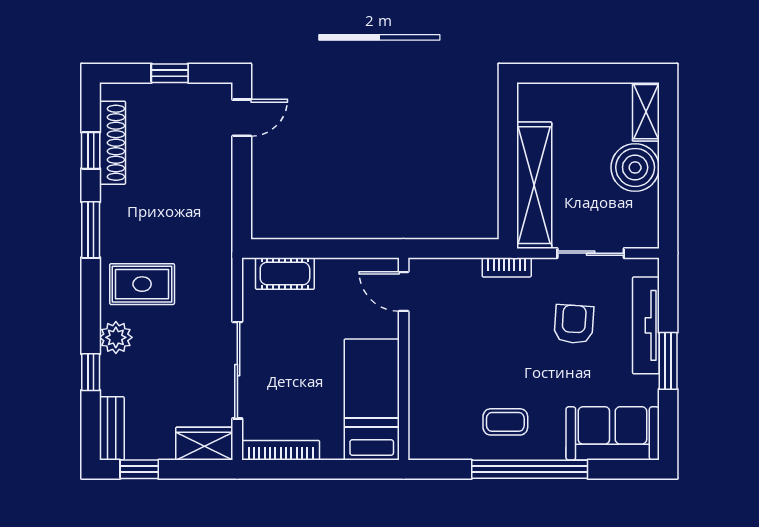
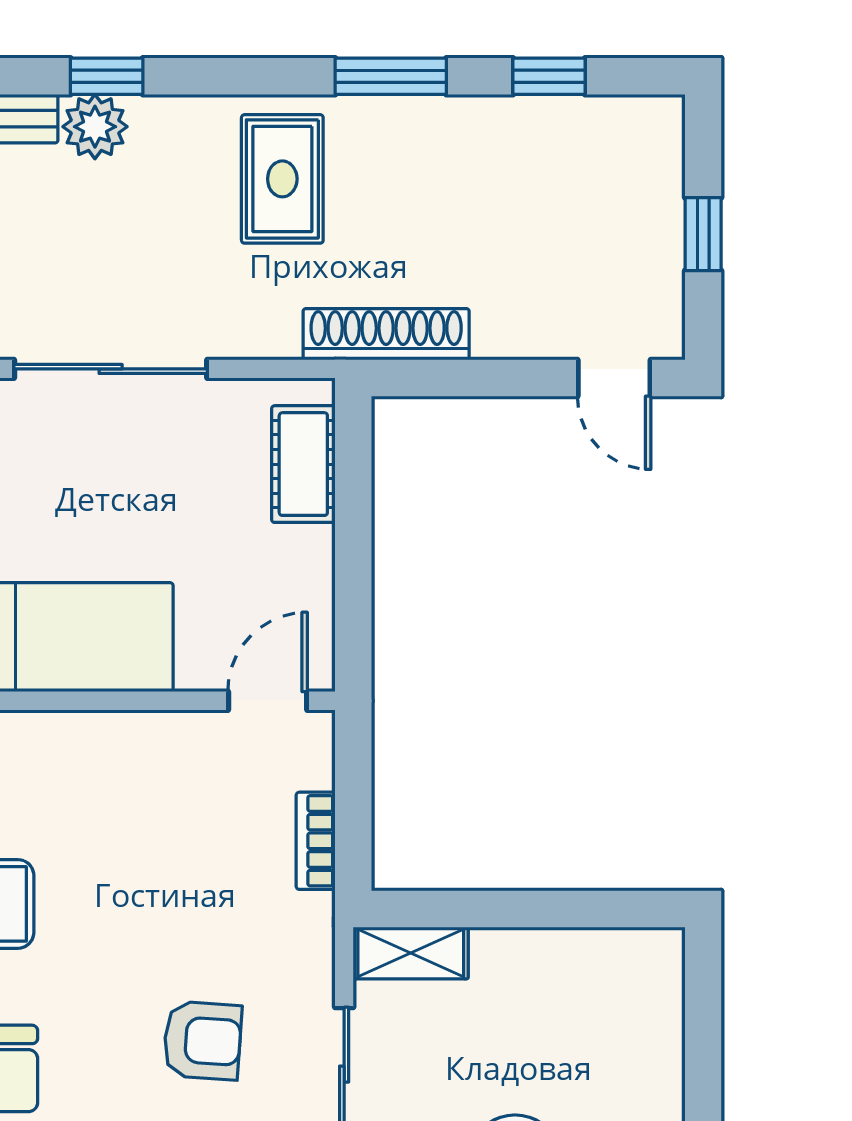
shoe rack: (113, 143) -> (386, 334), moved, turned 180
shelving: (534, 185) -> (411, 953), width x0.45, depth x0.75
bookcase: (507, 267) -> (316, 841), moved
plant: (116, 337) -> (95, 127), moved

